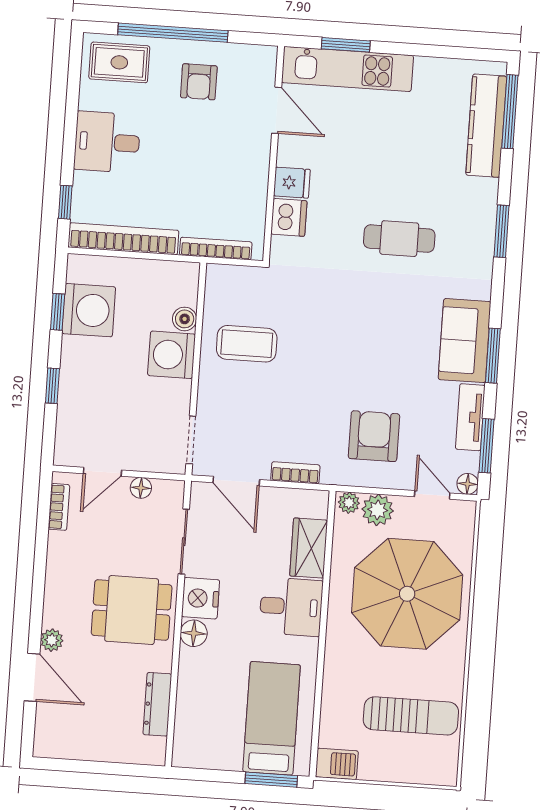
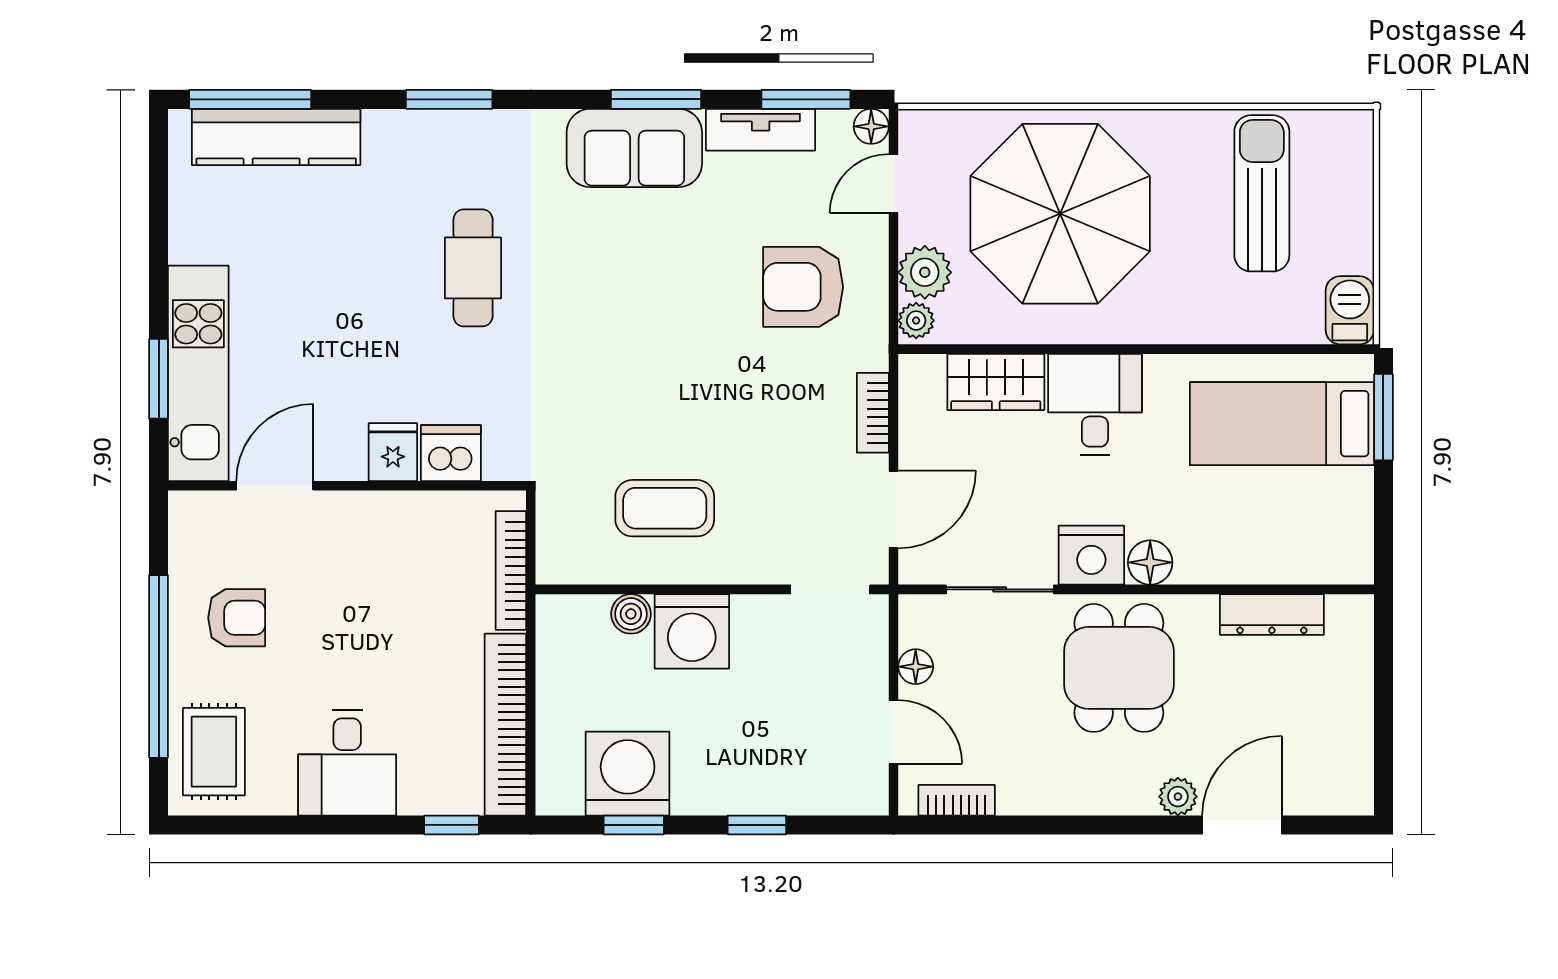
coffee table: (247, 344) -> (665, 508), turned 90

